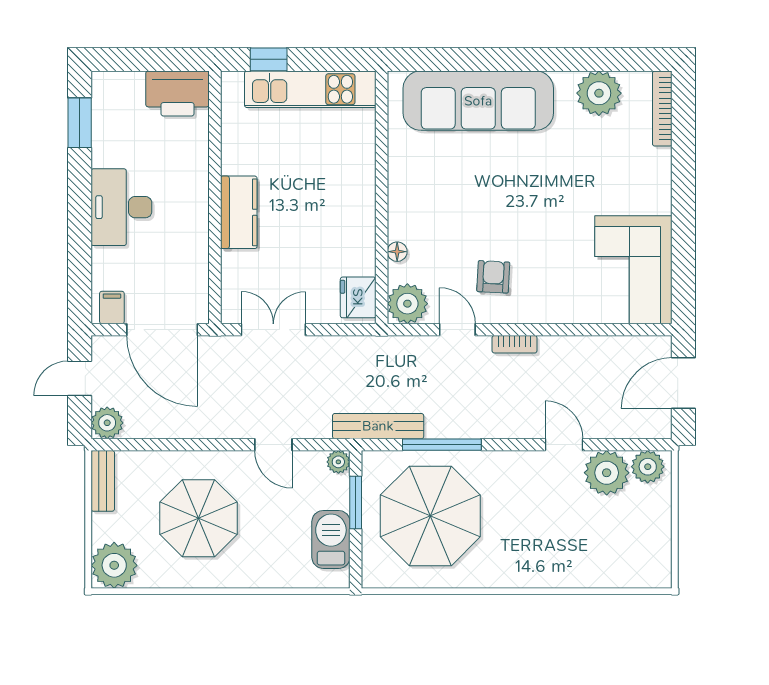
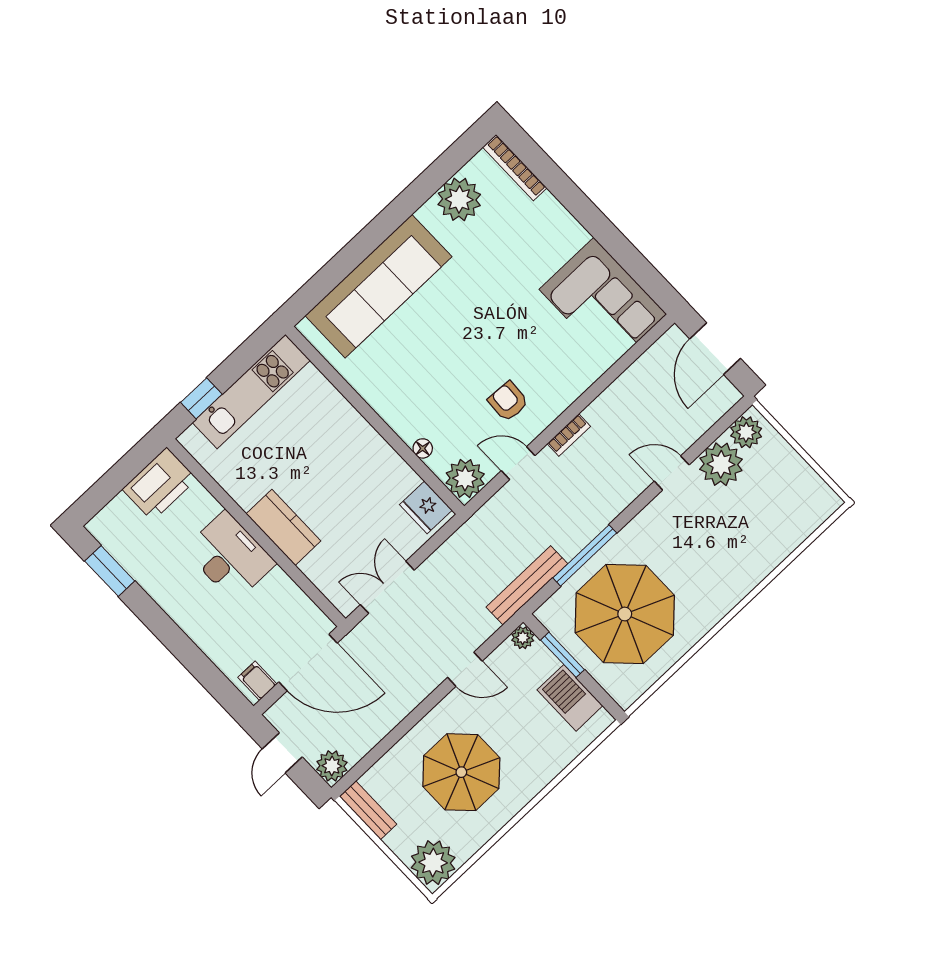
desk: (121, 207) -> (230, 556), moved, turned 180

